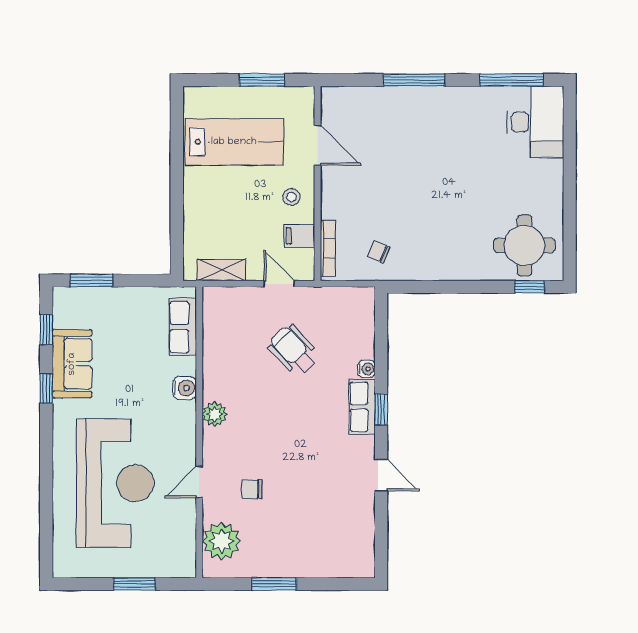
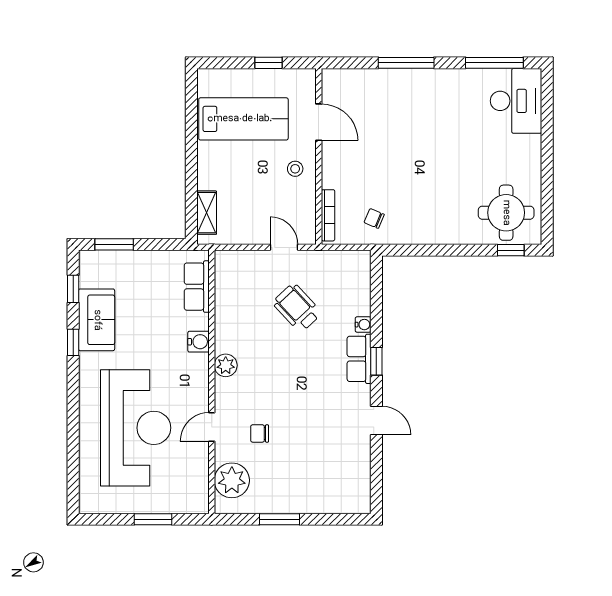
window: (262, 80) -> (269, 63), width x0.67
filing cabinet: (299, 236) -> (302, 204), removed
shelving: (221, 270) -> (207, 213), moved, turned 90

